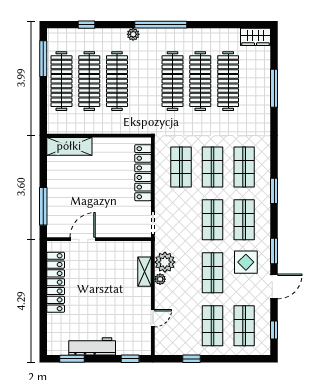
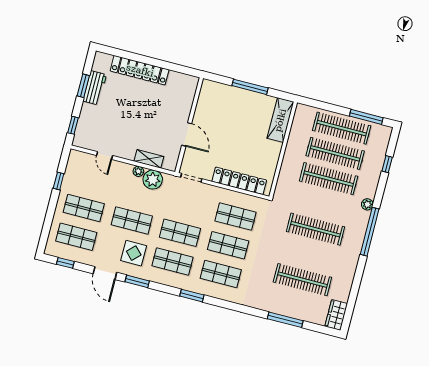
clothes rail: (200, 81) -> (309, 254), removed
window: (43, 206) -> (250, 87), moved
door: (83, 239) -> (187, 134), moved
locker: (56, 282) -> (140, 70), moved
workbench: (92, 346) -> (95, 88), width x0.73
window: (72, 359) -> (83, 86), moved

